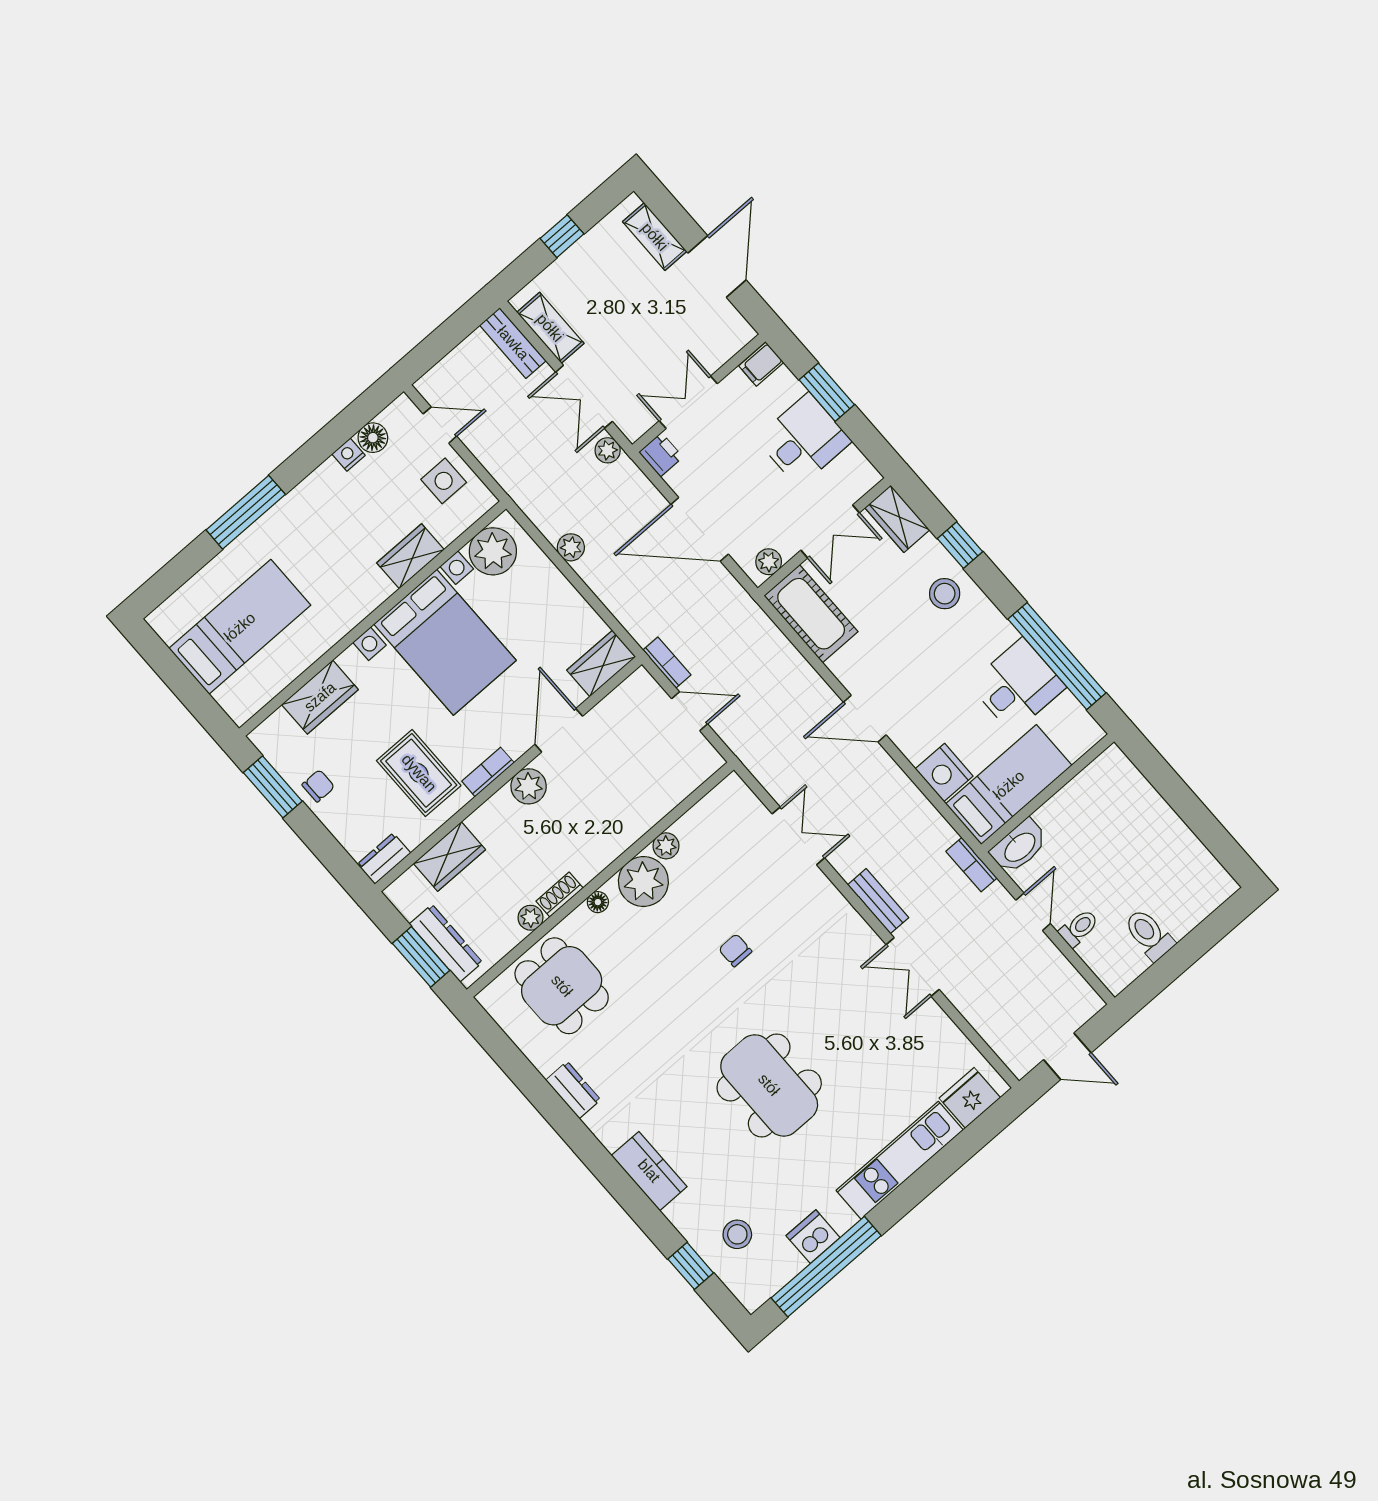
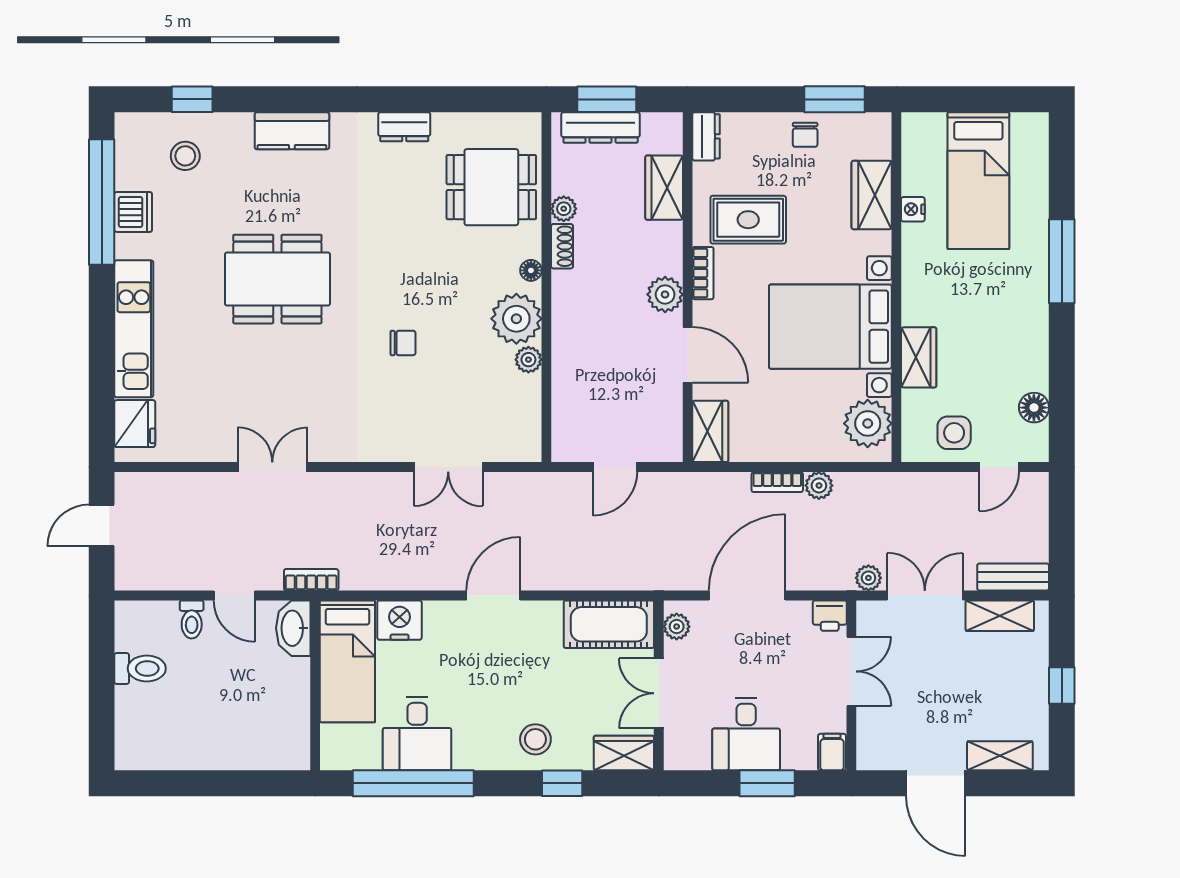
nightstand: (348, 455) -> (913, 209), moved, turned 180
bookcase: (667, 663) -> (777, 482), moved
bench: (878, 901) -> (345, 484), removed

